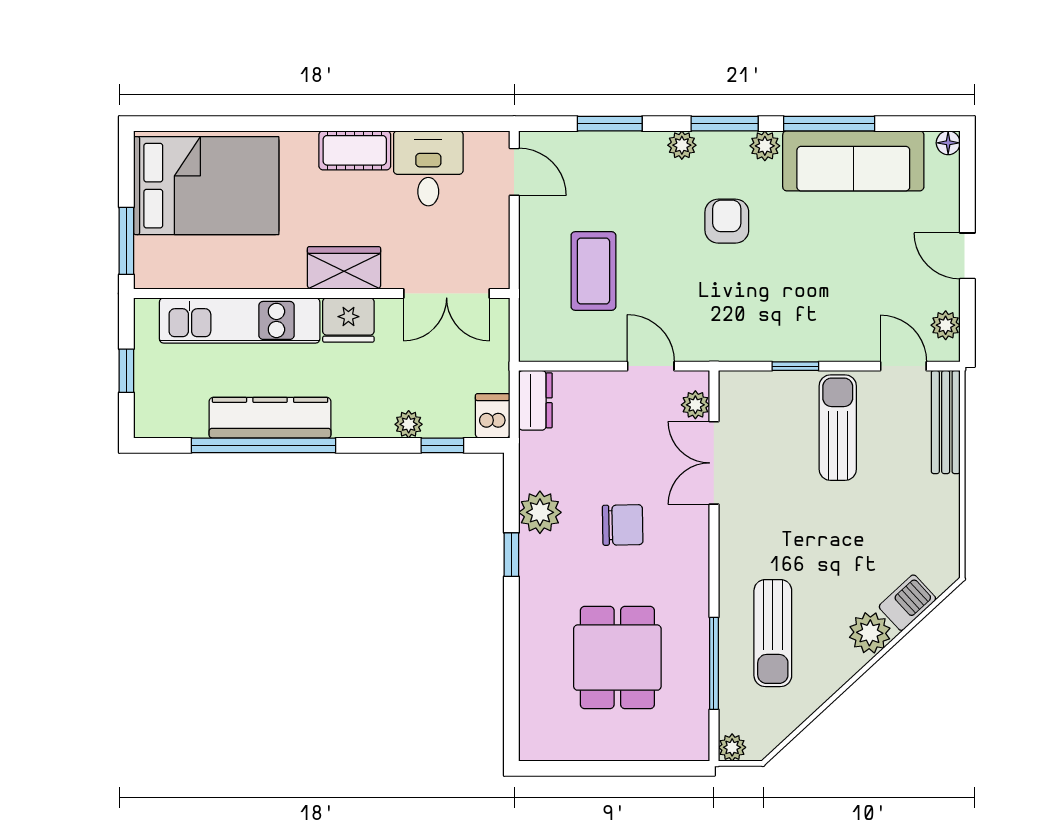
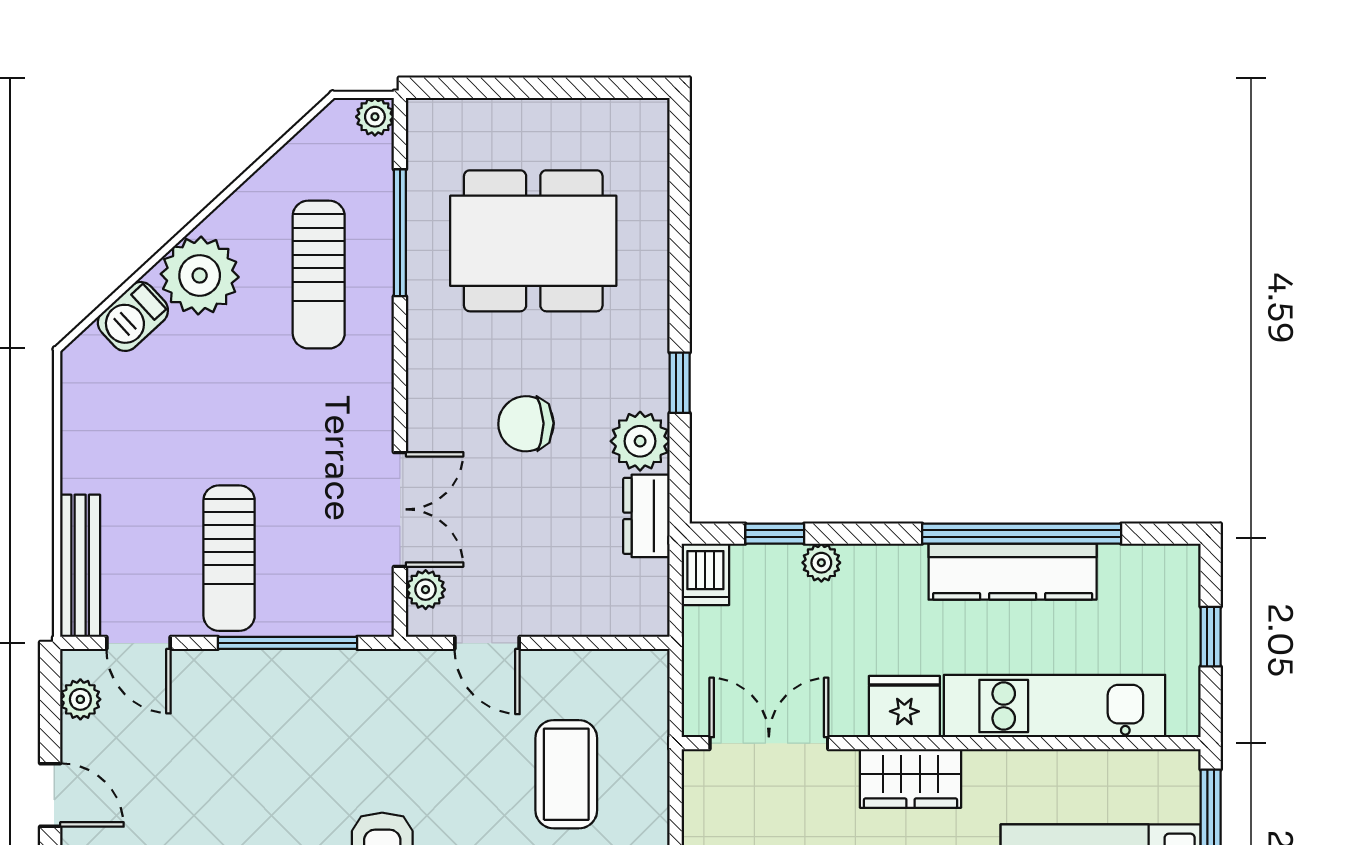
window: (795, 366) -> (288, 643), width x2.17
dresser: (535, 400) -> (646, 516), moved
sun lounger: (773, 633) -> (319, 275), turned 180
plant: (870, 633) -> (200, 275), width x1.36, depth x1.36
dining table: (617, 658) -> (533, 241), width x1.38

